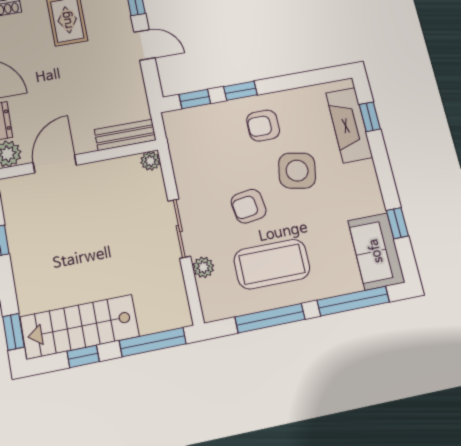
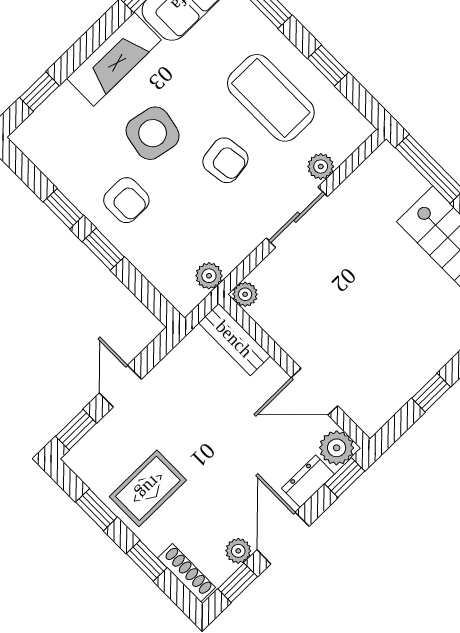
window: (195, 99) -> (63, 209), moved
fireplace: (349, 125) -> (114, 59), moved
plant: (178, 146) -> (209, 276), added
window: (270, 318) -> (328, 65), width x0.46

